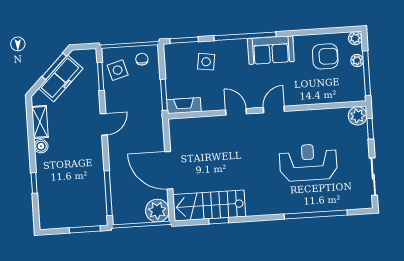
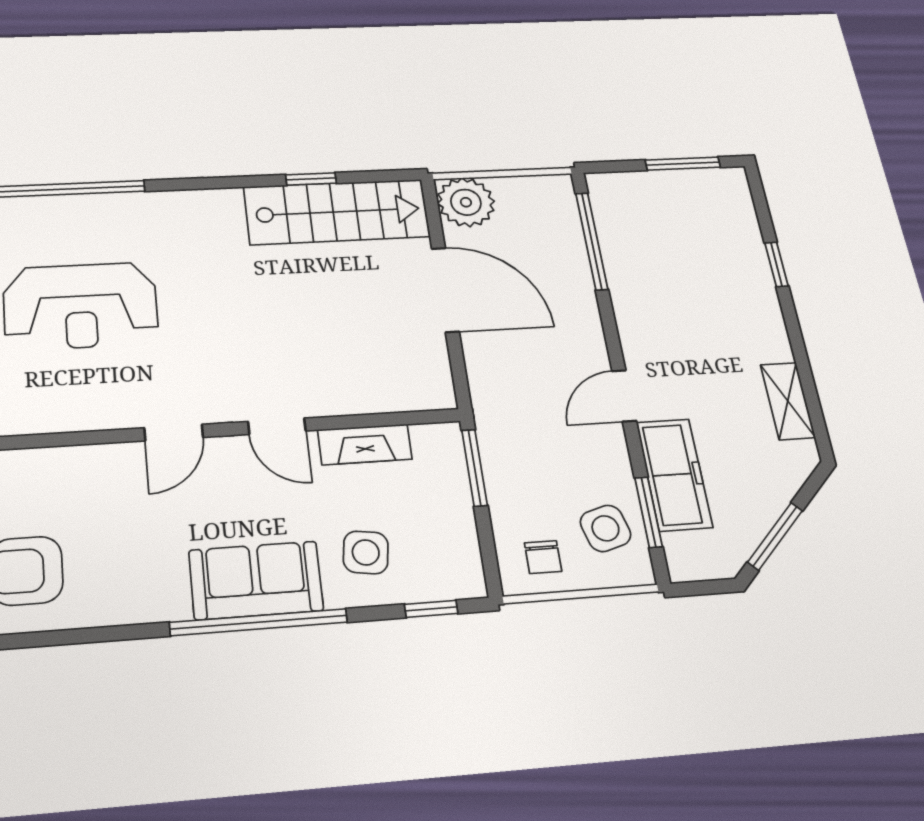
window: (184, 40) -> (431, 609), width x0.67
sofa: (271, 50) -> (256, 580), moved
freezer: (61, 78) -> (674, 474), moved, turned 135
fireplace: (184, 106) -> (365, 444), moved
boiler: (41, 146) -> (775, 345), removed
window: (85, 229) -> (683, 164), moved

